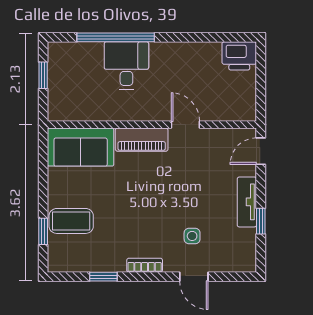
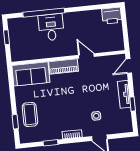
coffee table: (71, 221) -> (30, 114), turned 90

